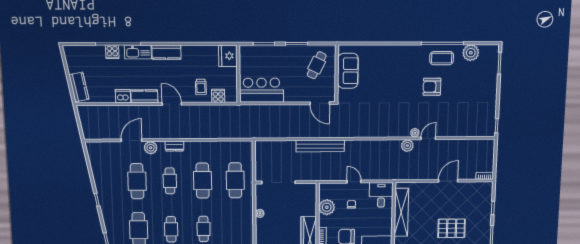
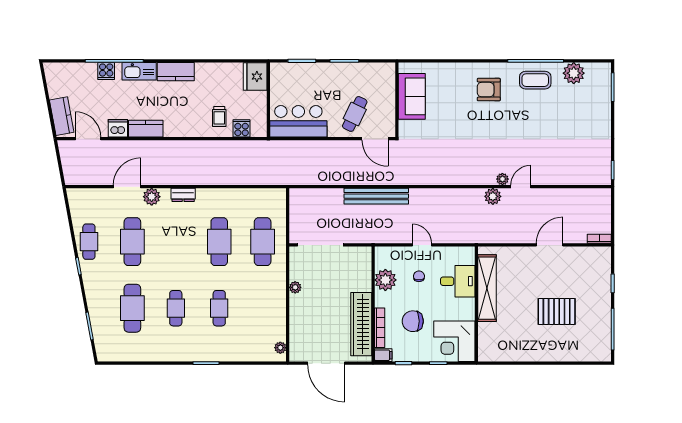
cafe table: (317, 65) -> (355, 114), moved
armchair: (432, 87) -> (489, 90), moved
door: (172, 104) -> (88, 139), moved
cafe table: (170, 181) -> (89, 242), moved
desk: (381, 195) -> (458, 281), moved, turned 90

